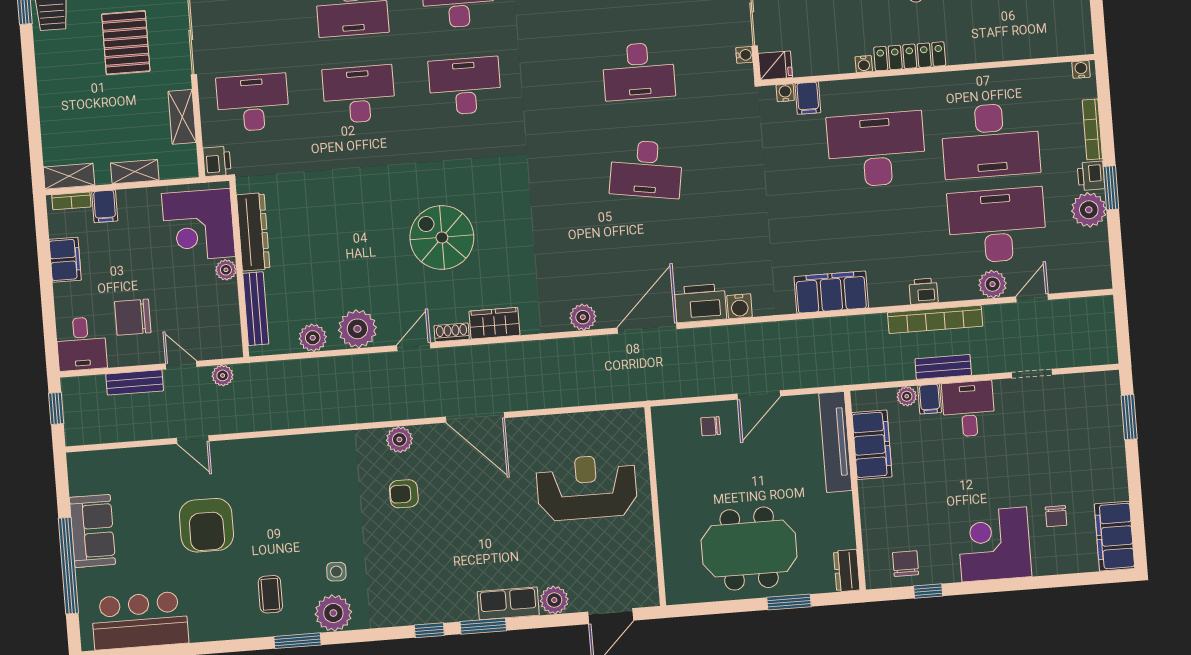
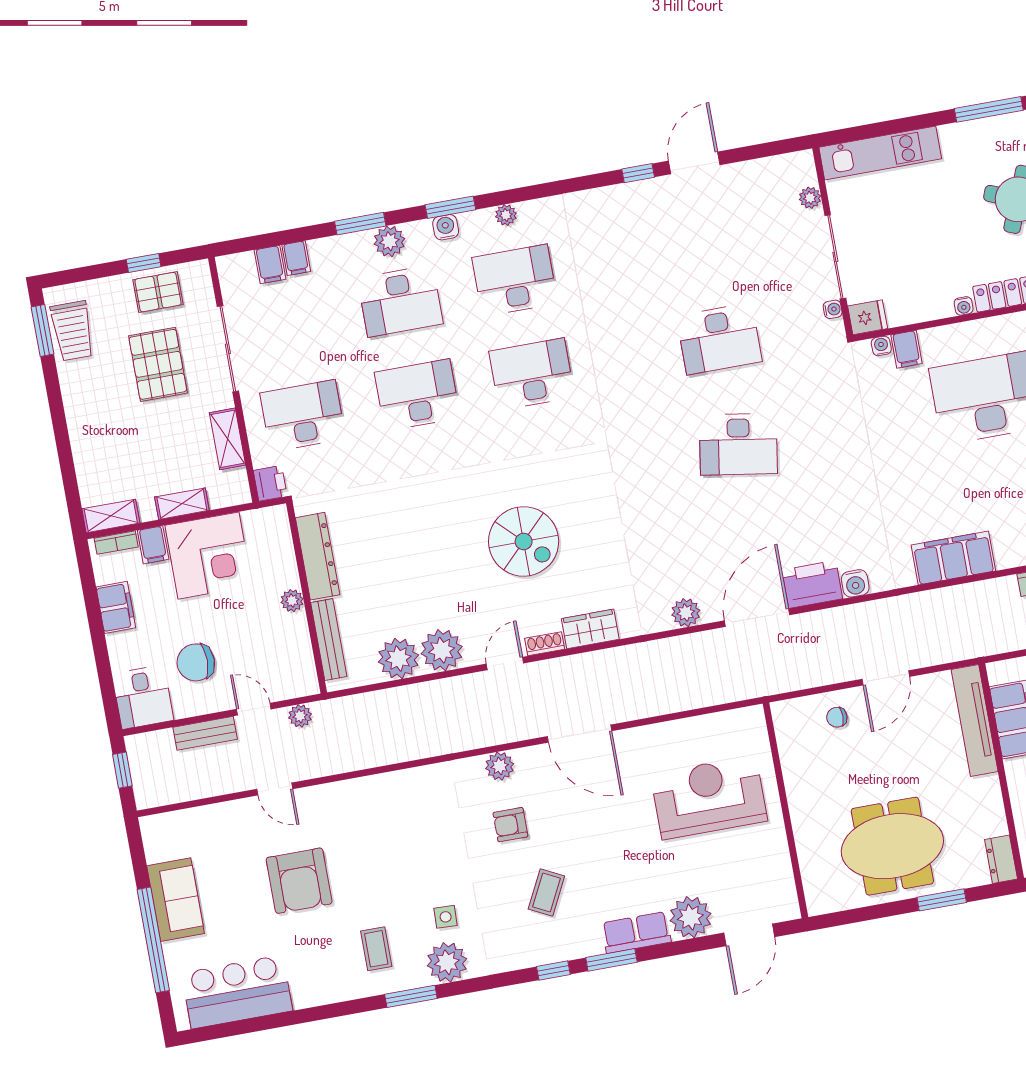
corner desk: (198, 225) -> (209, 556), moved, turned -90
spiral stairs: (442, 237) -> (524, 541), turned 180
plant: (313, 338) -> (398, 658), width x1.36, depth x1.36
coffee table: (430, 559) -> (546, 893), added
plant: (554, 600) -> (690, 917), width x1.36, depth x1.36

